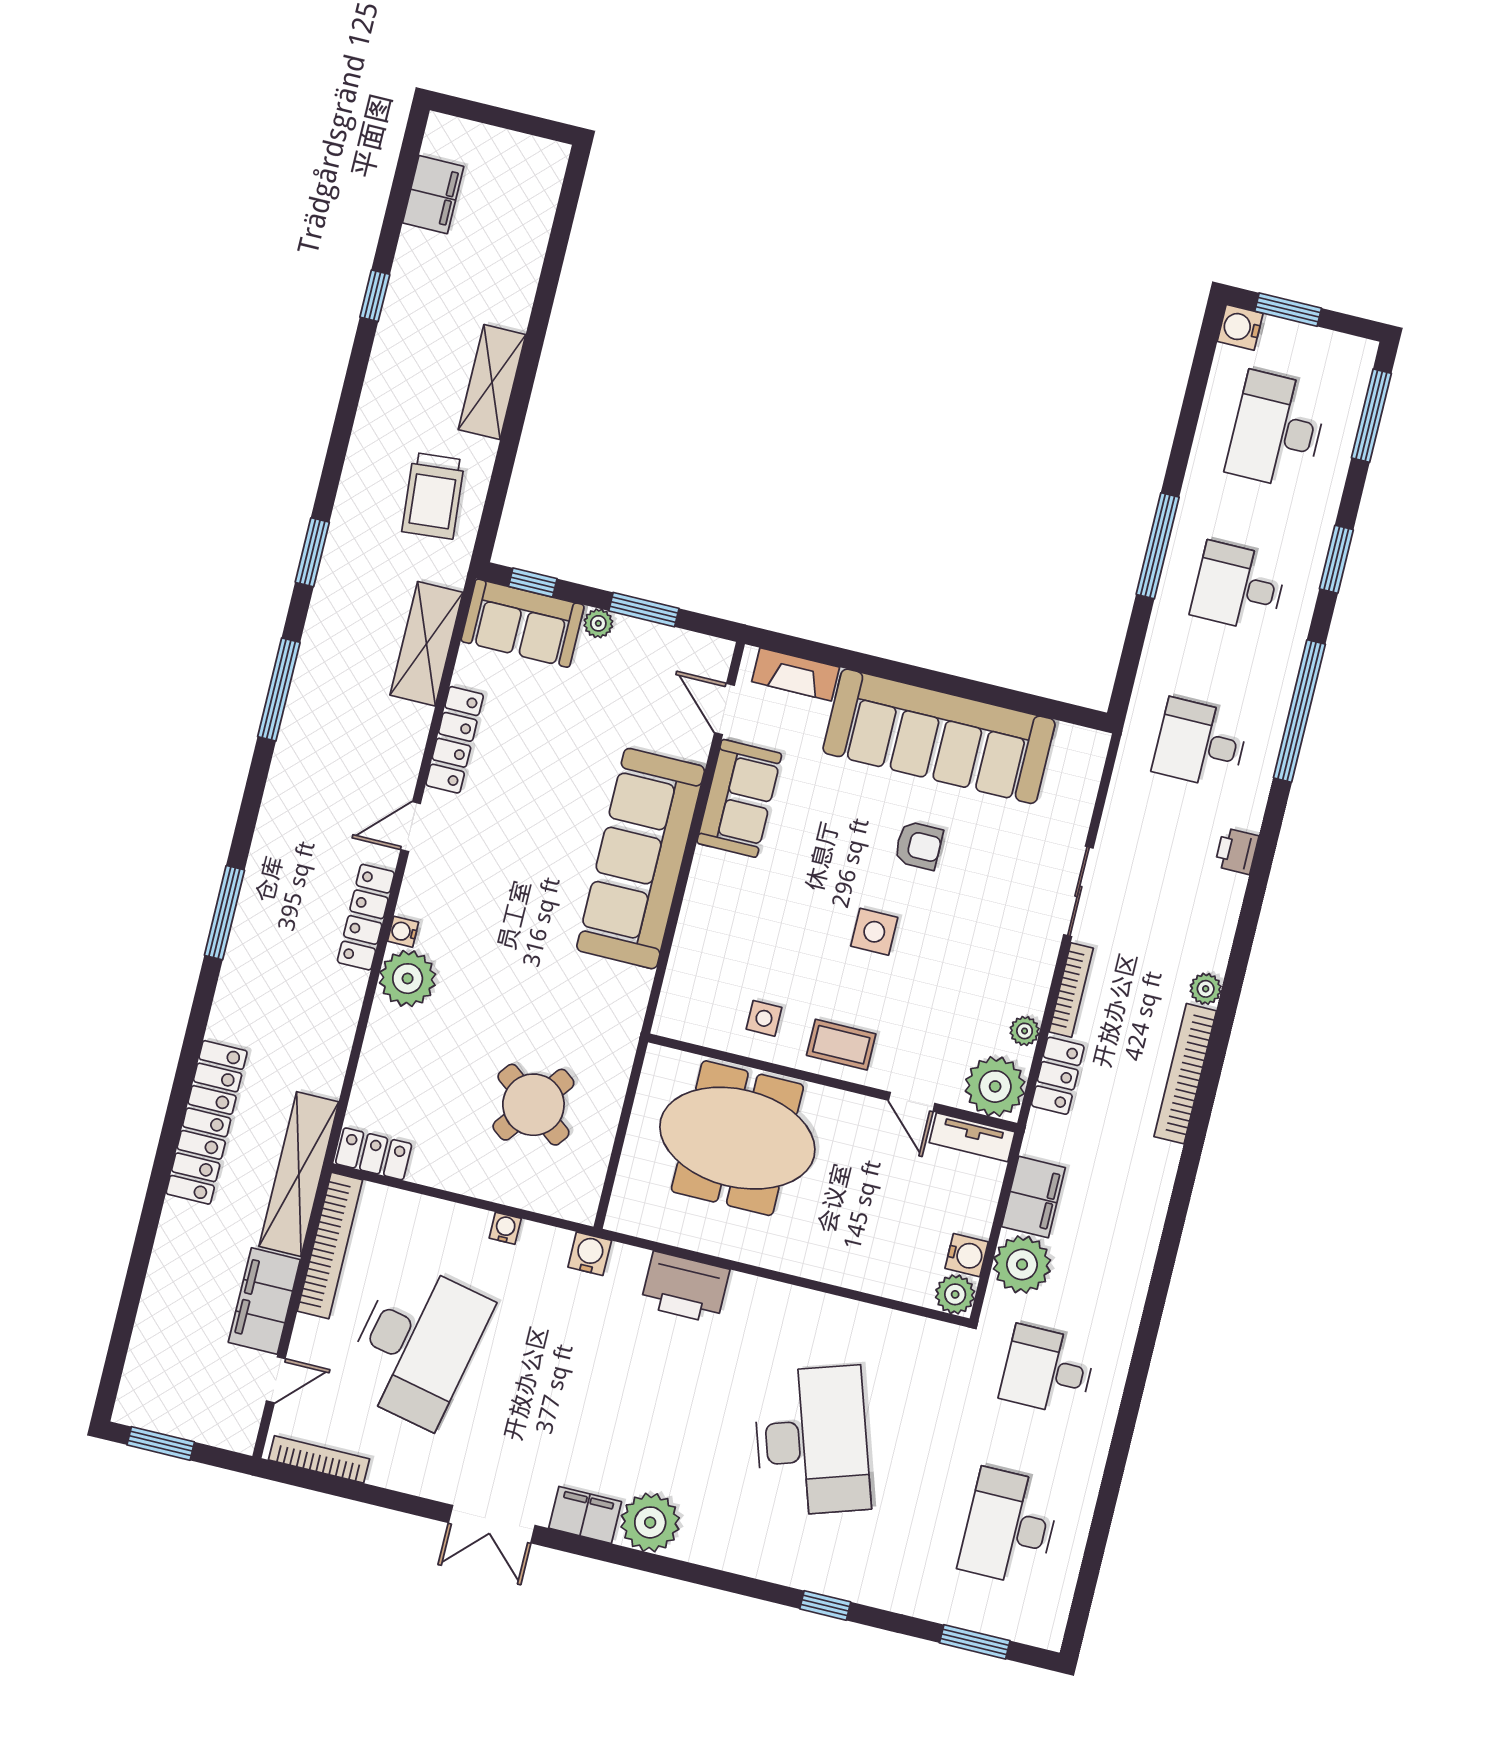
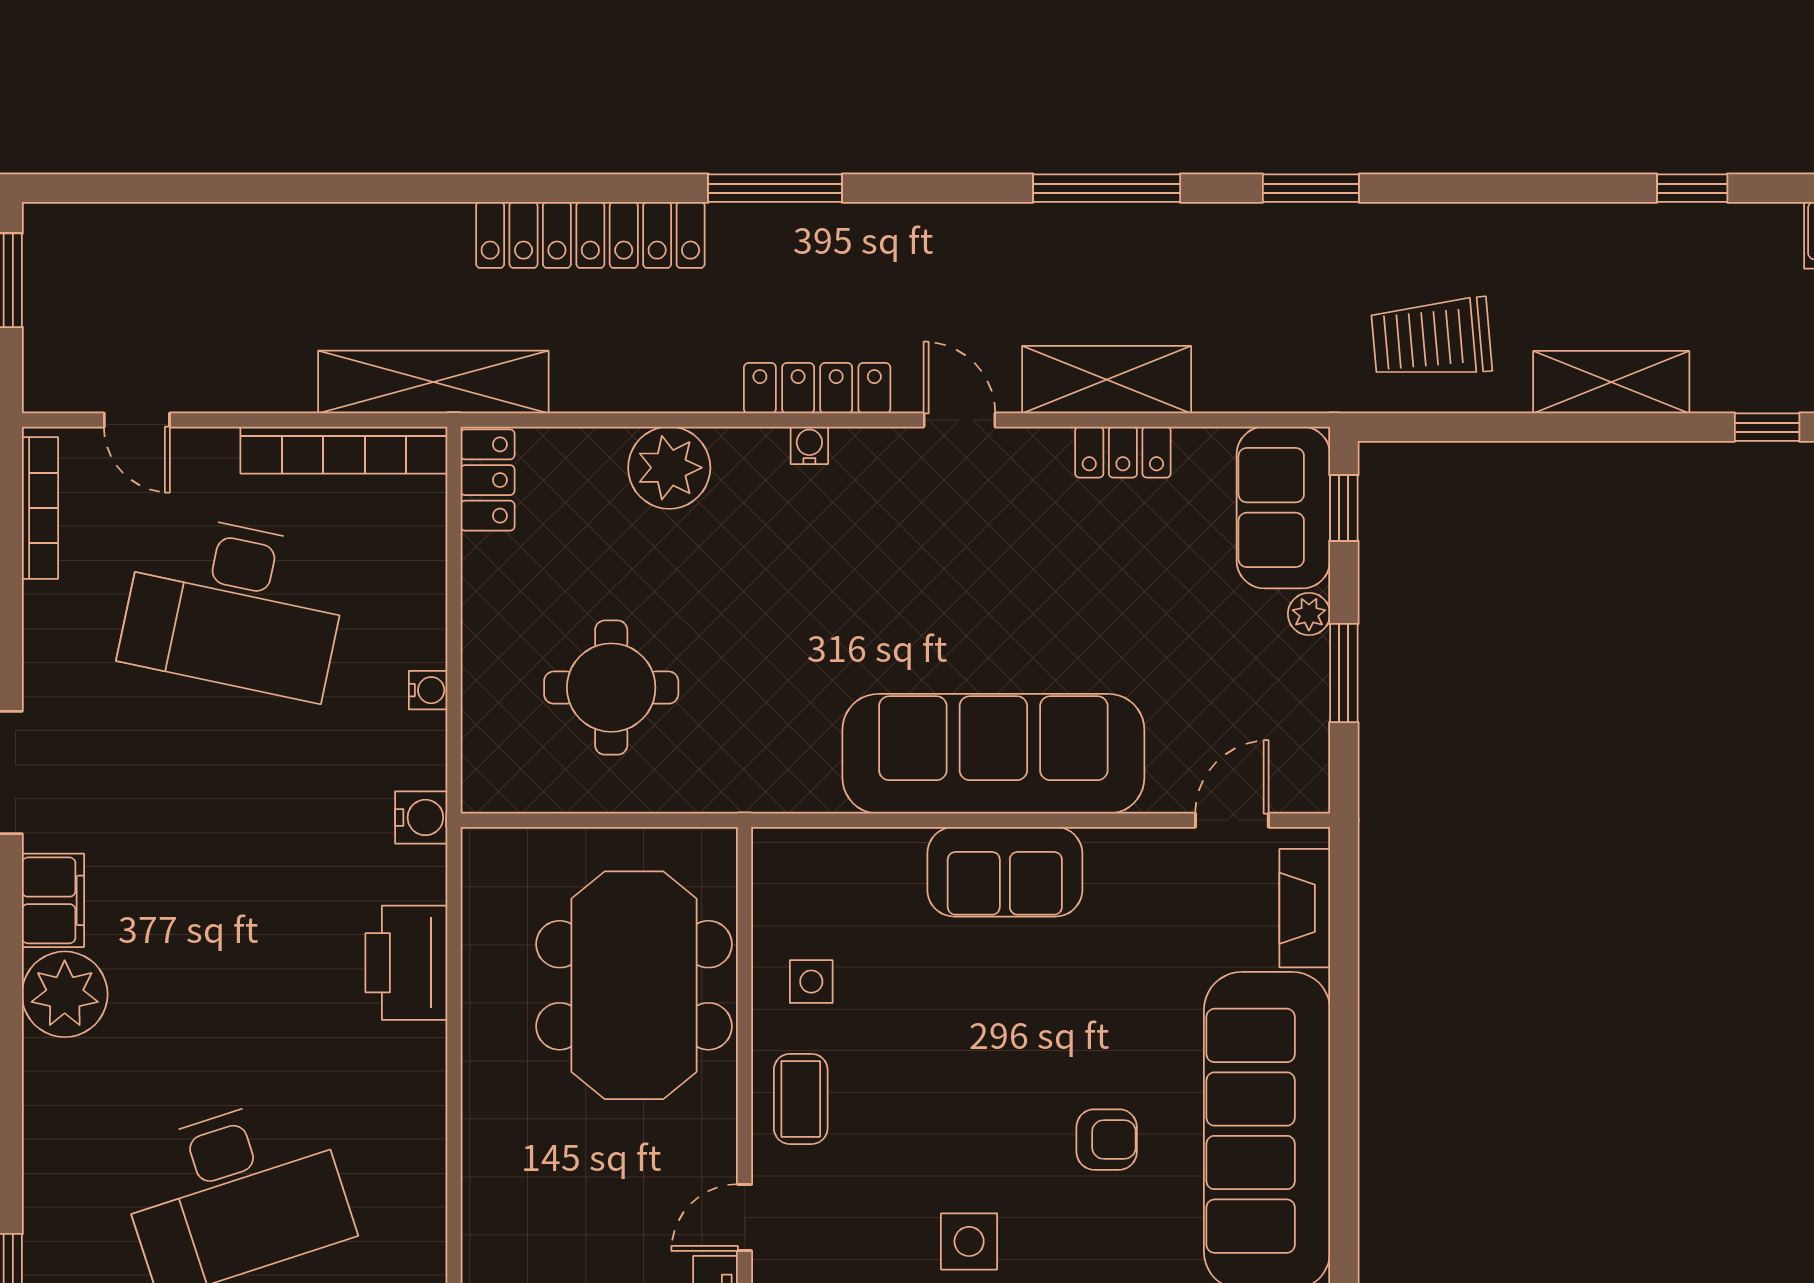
window: (548, 285) -> (1767, 427), added
shelving: (426, 644) -> (1107, 380), moved
locker: (455, 740) -> (1123, 452), width x0.66
sofa: (739, 798) -> (1005, 872), moved
armchair: (919, 846) -> (1107, 1140), turned -90
side table: (874, 932) -> (969, 1241), moved
plant: (408, 979) -> (669, 468), moved
round table: (533, 1105) -> (611, 688), turned -37
locker: (207, 1122) -> (590, 235), moved
filing cabinet: (264, 1301) -> (244, 377), removed

